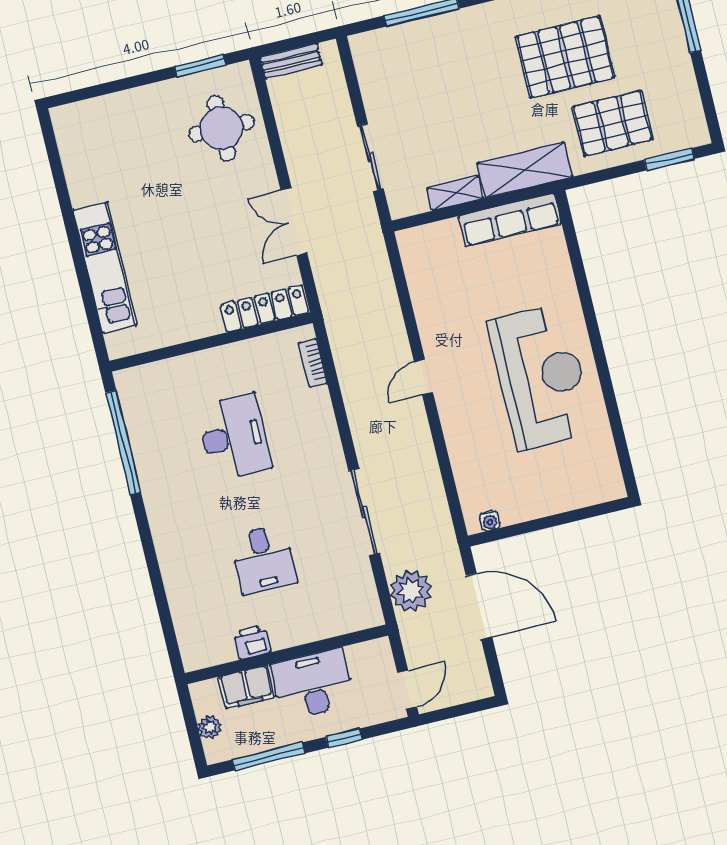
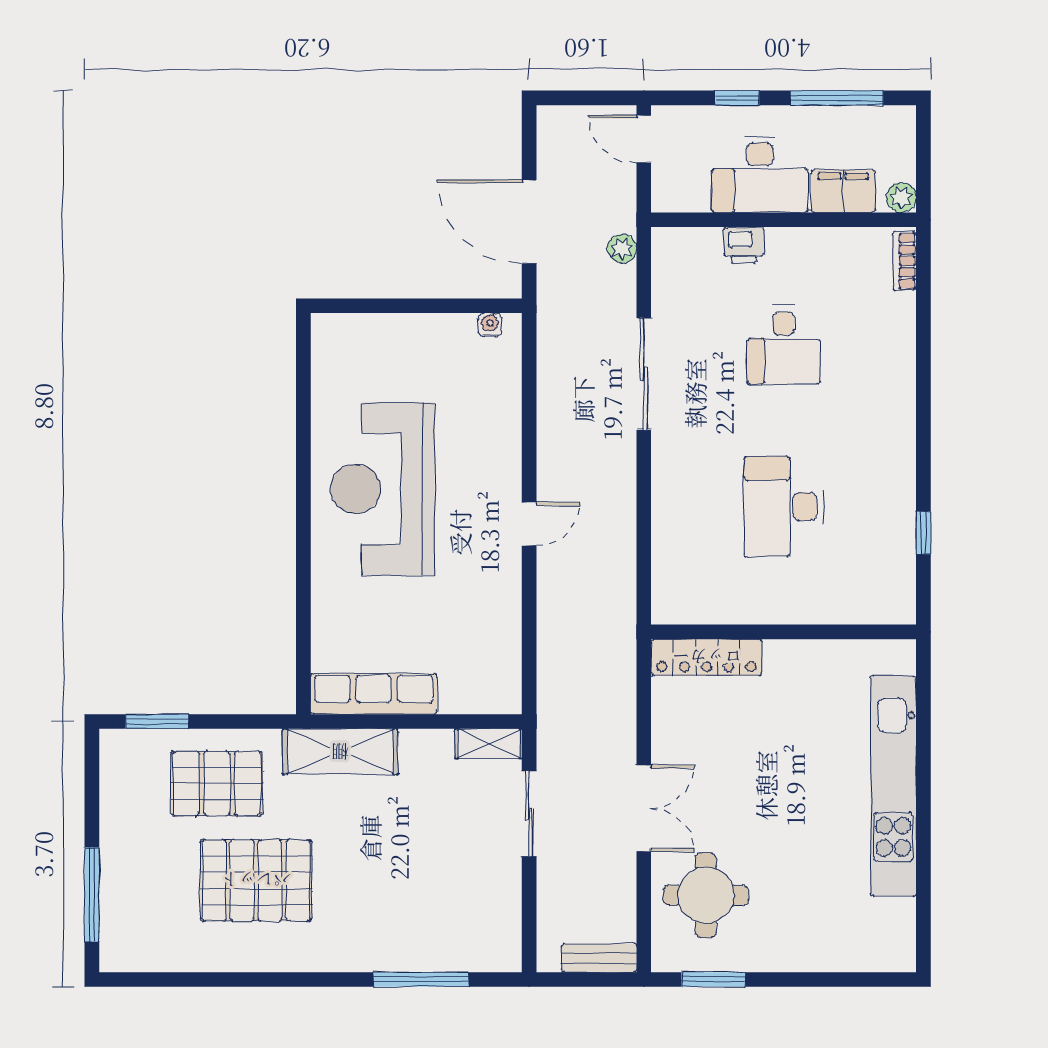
shelving: (455, 193) -> (488, 744), moved
double door: (294, 222) -> (644, 808), moved
kitchen unit: (105, 268) -> (893, 786), width x1.36
bookcase: (313, 363) -> (904, 261), moved, turned 180
window: (123, 443) -> (923, 533), width x0.32
desk: (263, 559) -> (784, 345), turned 180
plant: (411, 591) -> (622, 249), width x0.53, depth x0.53
printer: (252, 642) -> (744, 245), moved
door: (407, 690) -> (644, 139), hinge flipped
plant: (210, 727) -> (901, 198), moved

